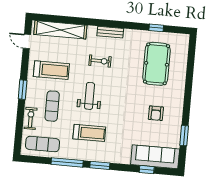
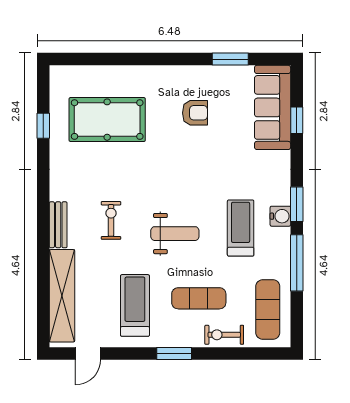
bench: (110, 32) -> (58, 225), moved
weight bench: (90, 96) -> (175, 234), turned 180
water cooler: (94, 156) -> (280, 216), added

